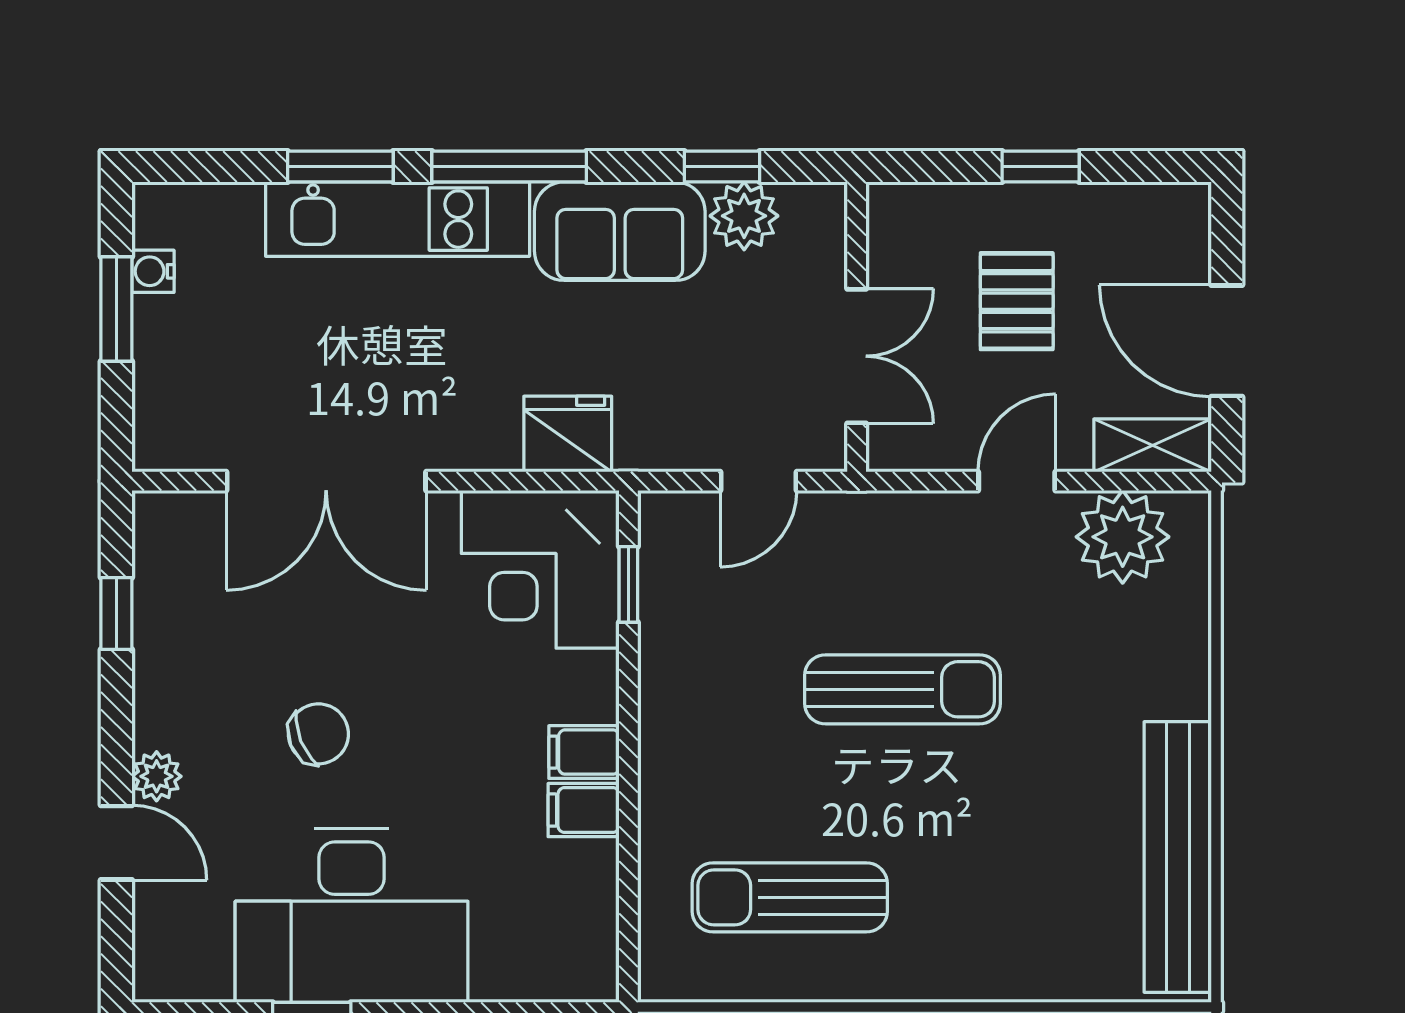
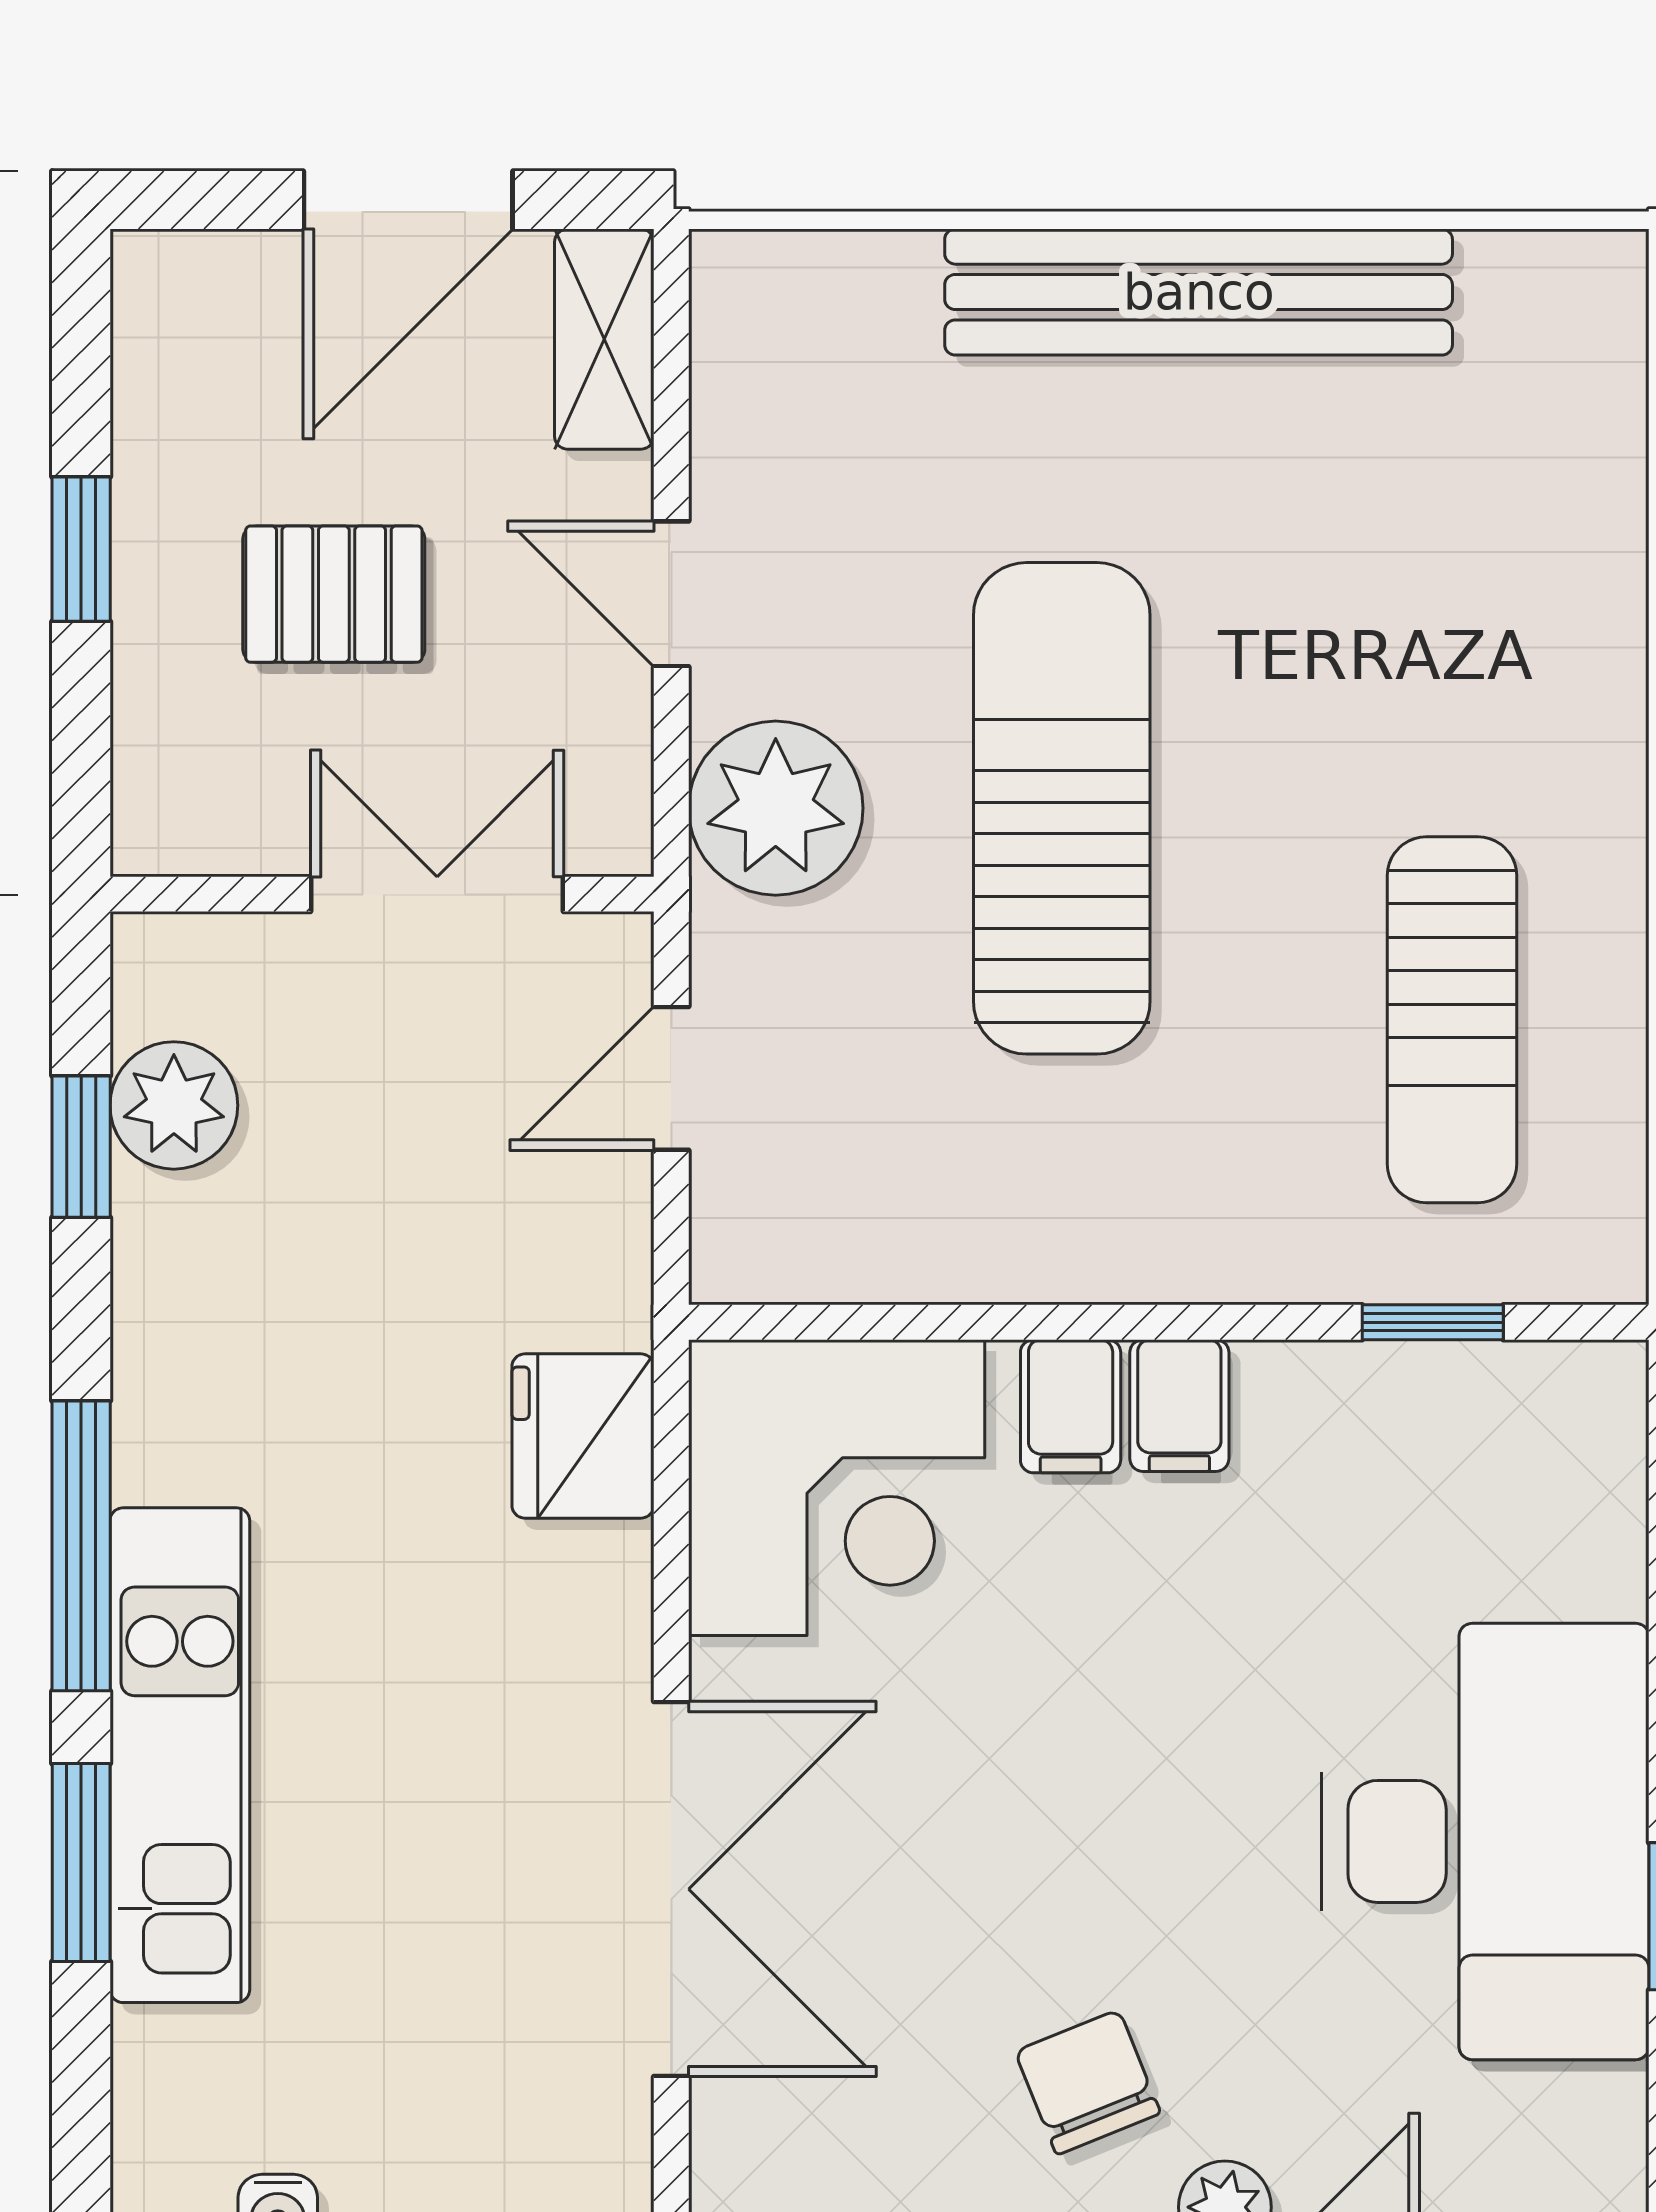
sofa: (620, 231) -> (203, 1338), removed
door: (758, 481) -> (671, 1078), swing flipped
plant: (1123, 537) -> (776, 808), moved
window: (628, 584) -> (1433, 1322), moved
sun lounger: (902, 689) -> (1062, 808), width x1.36, depth x1.34
chair: (318, 734) -> (1088, 2082), moved
filing cabinet: (584, 810) -> (1071, 1406), moved
bench: (1178, 857) -> (1199, 292), moved

